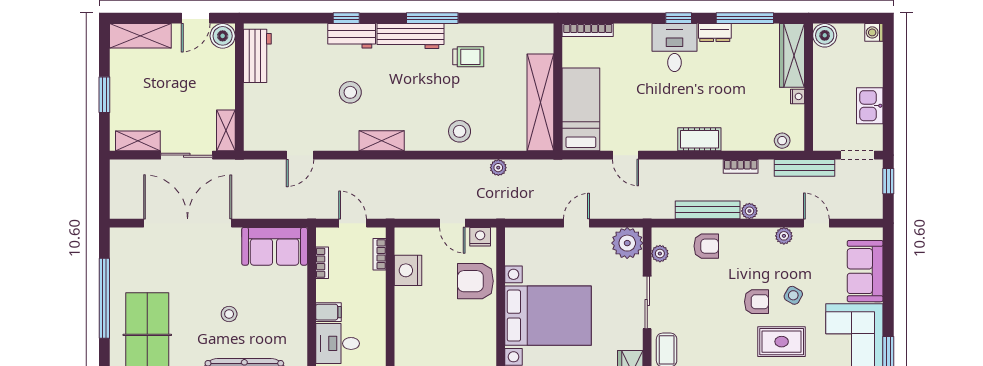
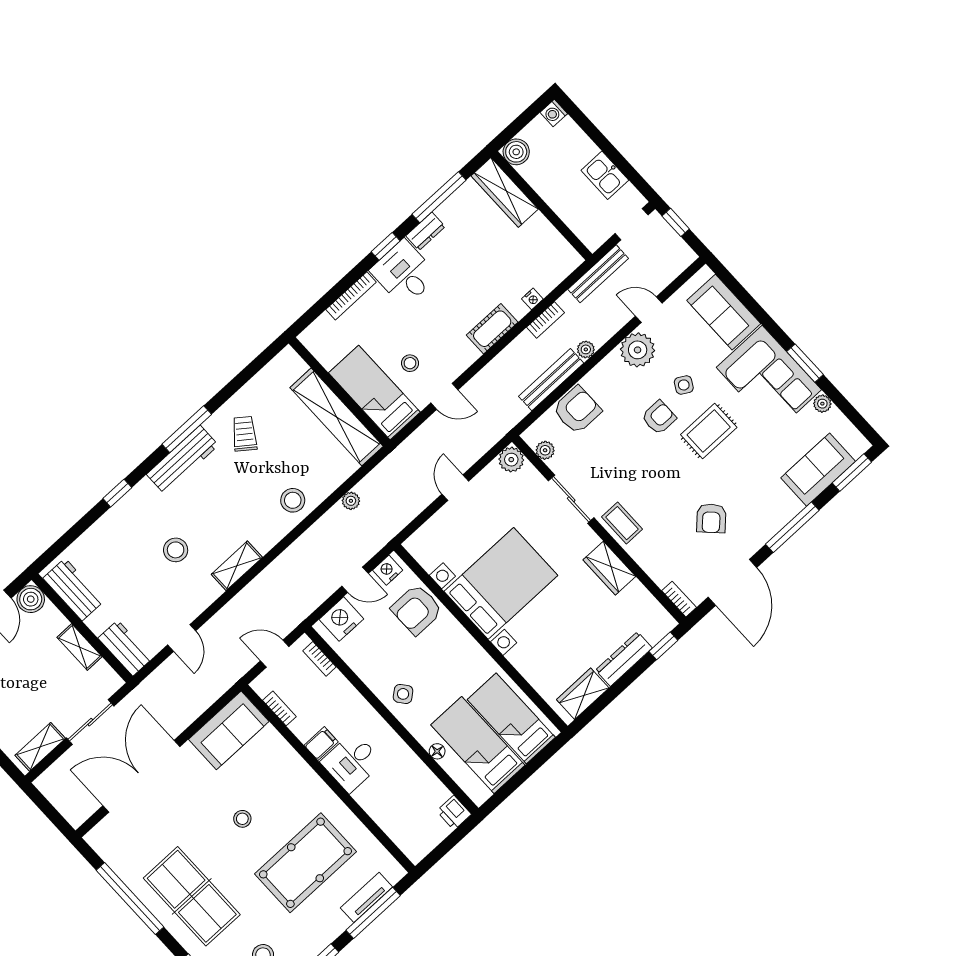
bookcase: (588, 30) -> (351, 296), moved
workbench: (352, 36) -> (125, 648), moved, turned -90
trolley: (468, 57) -> (244, 434), turned -53
nightstand: (797, 96) -> (532, 299), moved, turned 90
shelving: (226, 130) -> (79, 647), moved
stool: (782, 141) -> (410, 363), moved
plant: (784, 236) -> (638, 350), width x1.87, depth x1.87
plant: (627, 243) -> (511, 460), width x0.73, depth x0.73
armchair: (706, 246) -> (577, 410), width x1.38, depth x1.38
nightstand: (408, 270) -> (341, 619), moved, turned 90
side table: (414, 329) -> (403, 694), added

